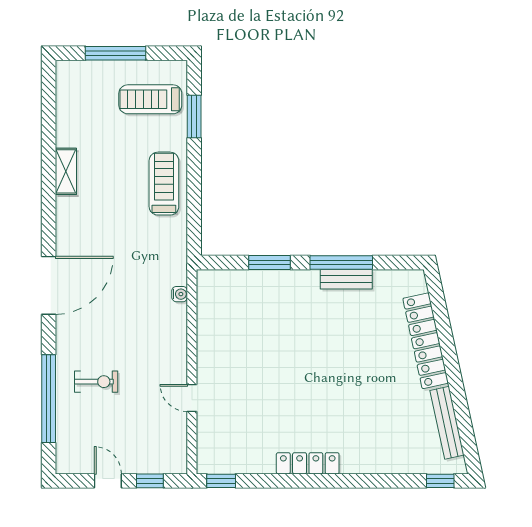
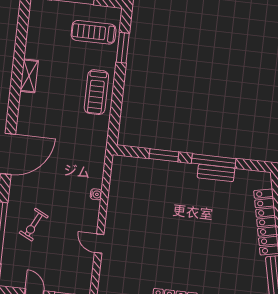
treadmill: (164, 184) -> (96, 92), turned 180
water cooler: (180, 294) -> (96, 194), moved
exercise bike: (96, 382) -> (34, 225), turned 117

